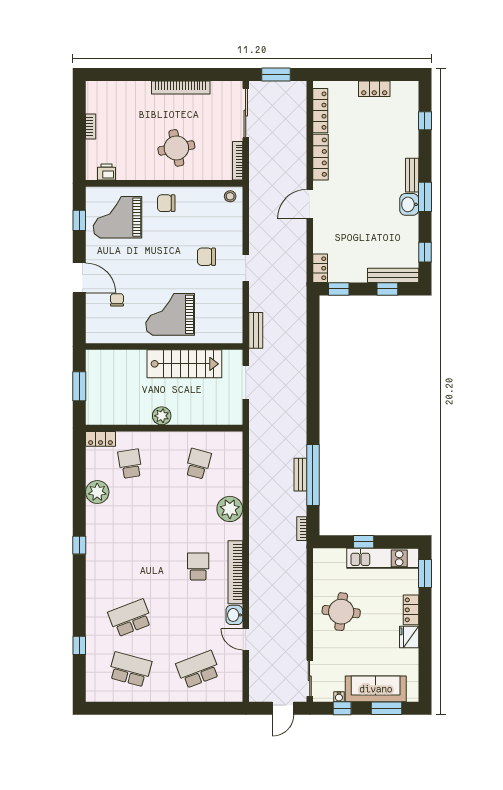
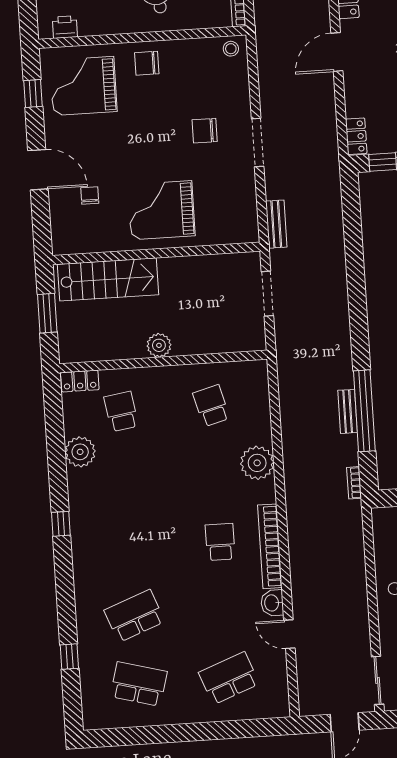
doorway: (246, 268) -> (258, 143), width x1.38
stairs: (184, 364) -> (108, 279), moved
school desk: (198, 464) -> (211, 406), turned -30

